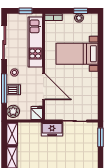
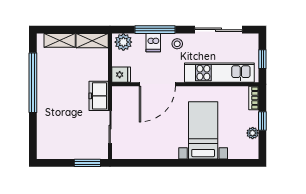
window: (81, 11) -> (262, 121), moved

